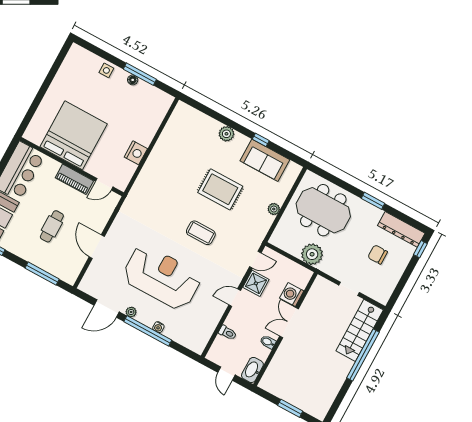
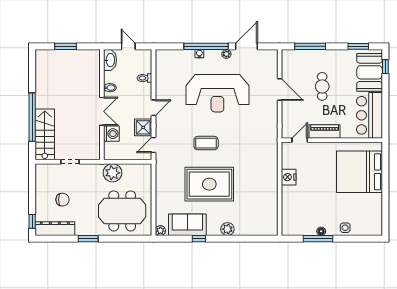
bed: (74, 135) -> (359, 172), moved, turned 90
rug: (220, 189) -> (209, 184), width x1.37, depth x1.44
plant: (274, 209) -> (160, 231), moved

